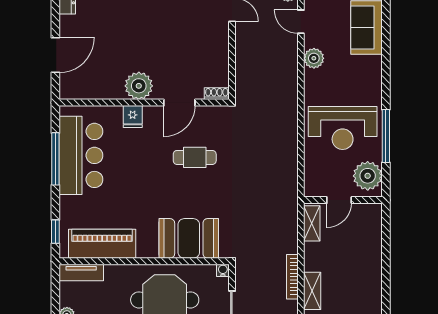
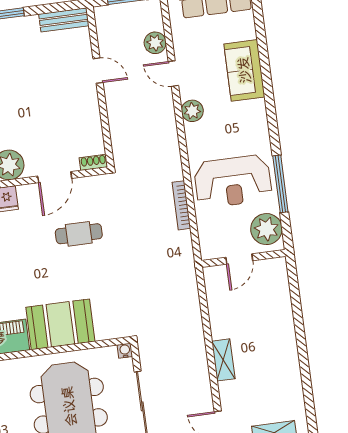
shelving: (312, 223) -> (213, 288), removed
booth: (189, 238) -> (60, 324), moved
bookcase: (292, 277) -> (181, 205), moved

